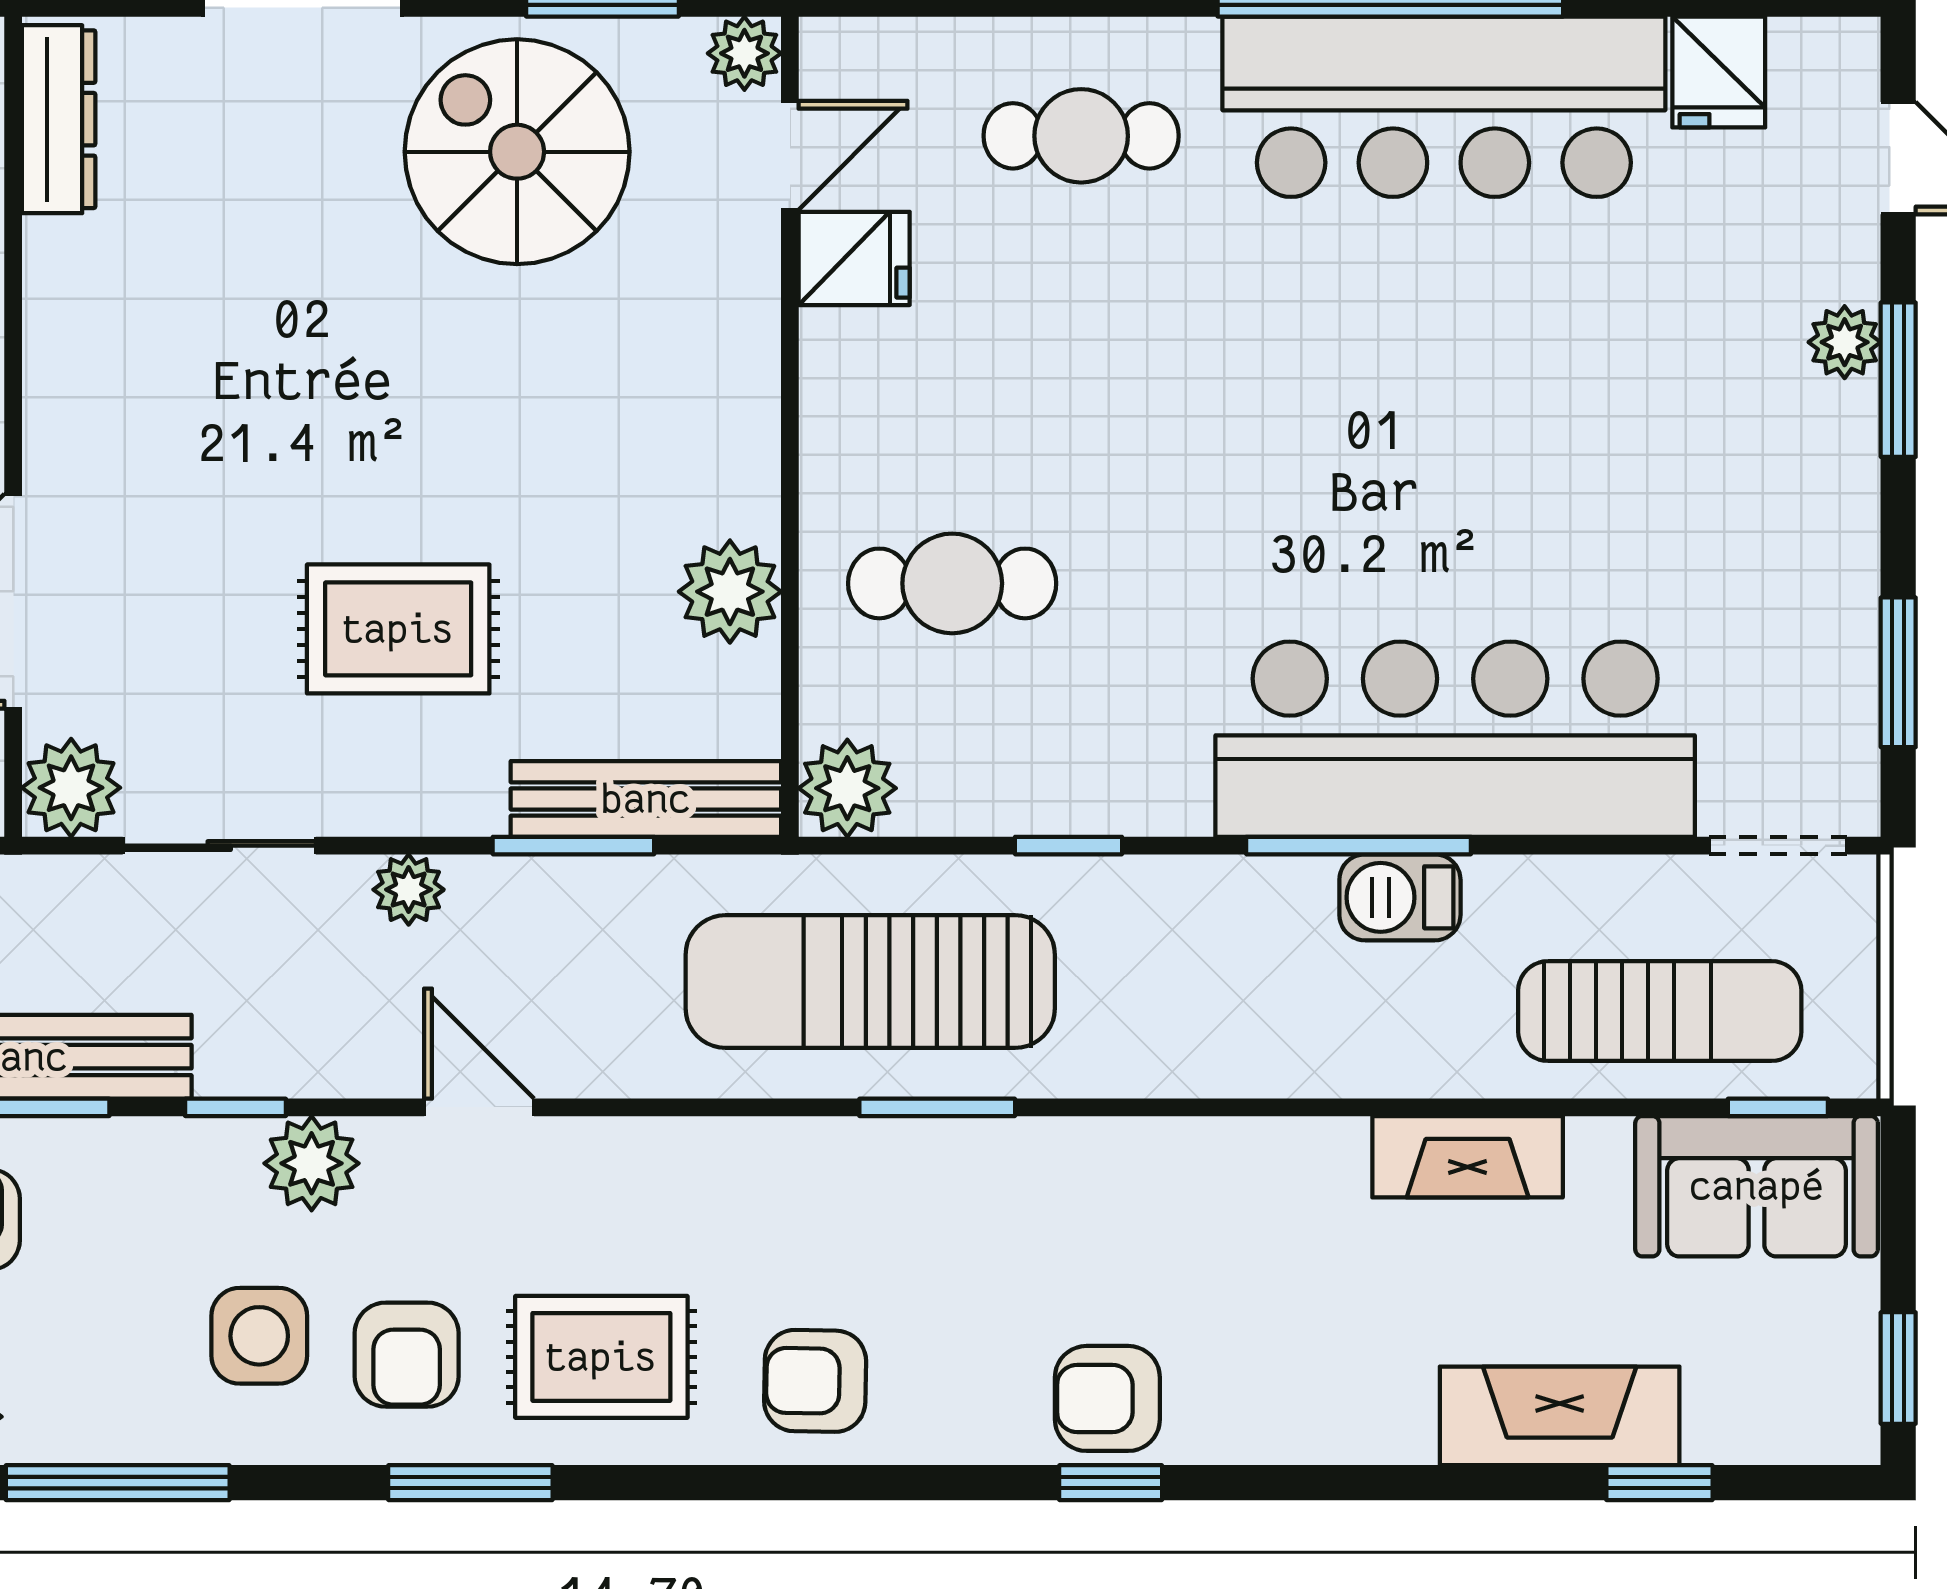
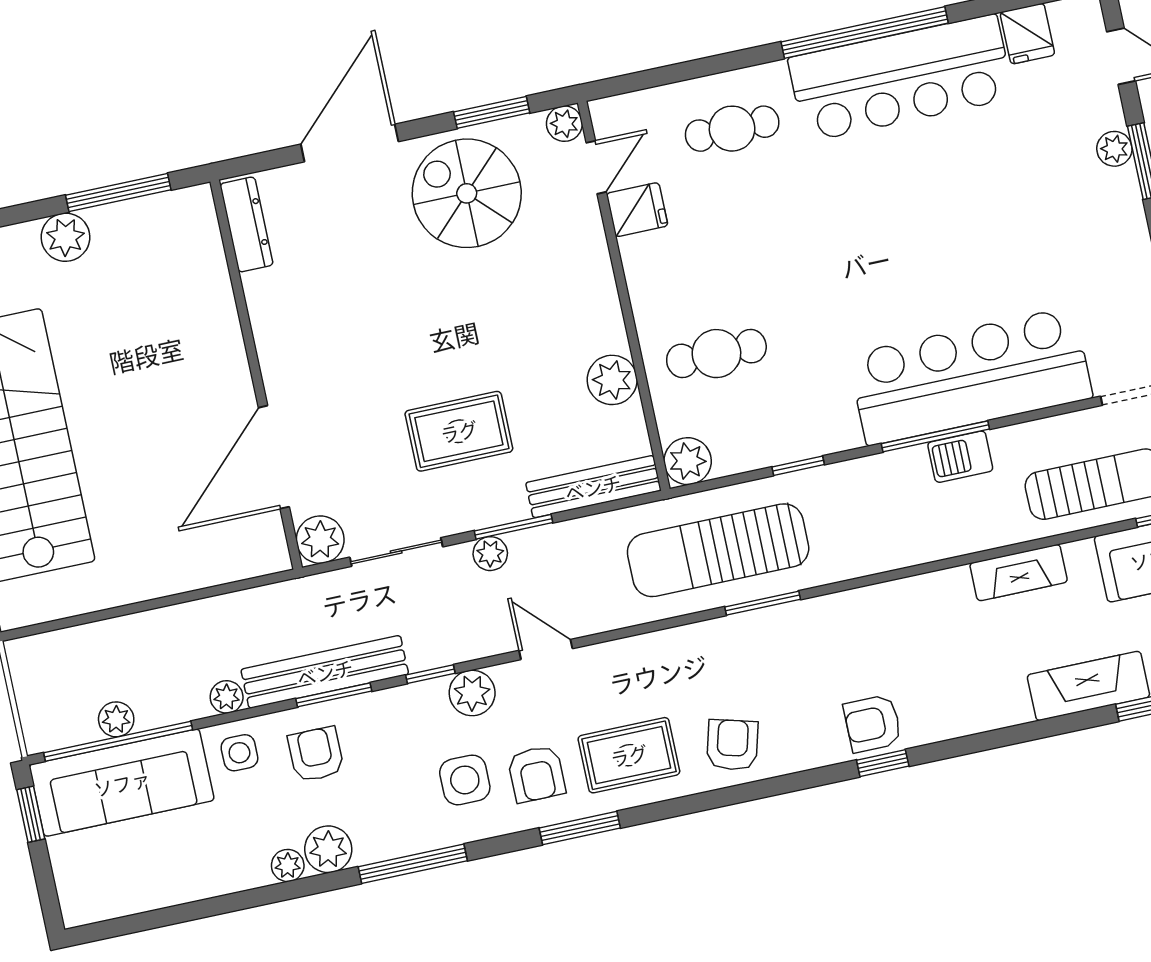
window: (573, 846) -> (514, 527), moved
armchair: (815, 1381) -> (732, 745), turned 104

